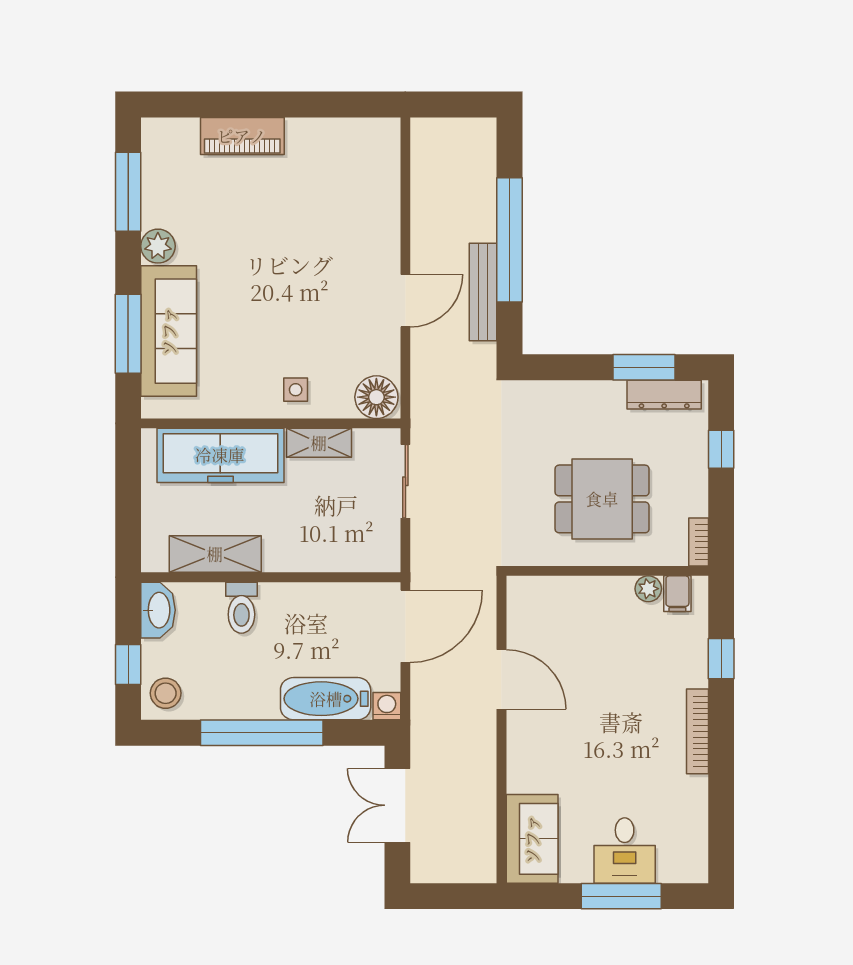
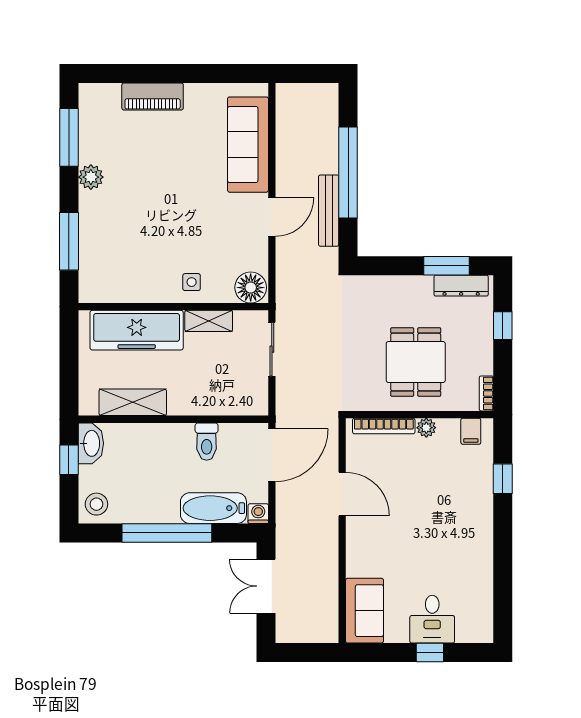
sofa: (169, 331) -> (248, 145), moved, turned 180
dining table: (602, 499) -> (416, 362), turned 90
plant: (648, 589) -> (426, 428), moved
toilet: (241, 608) -> (207, 442), moved
window: (128, 664) -> (69, 460), moved
bookcase: (697, 731) -> (384, 426), moved, turned -90
window: (621, 896) -> (430, 653), width x0.46

